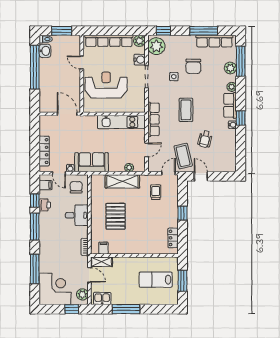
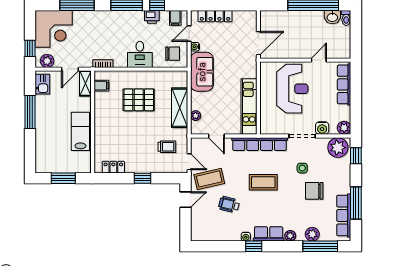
window: (62, 31) -> (356, 37), removed
row of seats: (109, 41) -> (344, 84), width x0.73
row of seats: (153, 119) -> (260, 144), width x1.36
lab bench: (156, 280) -> (80, 131), moved

